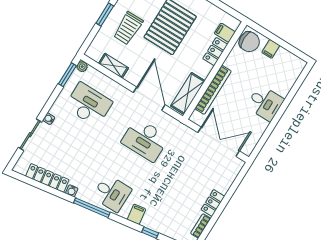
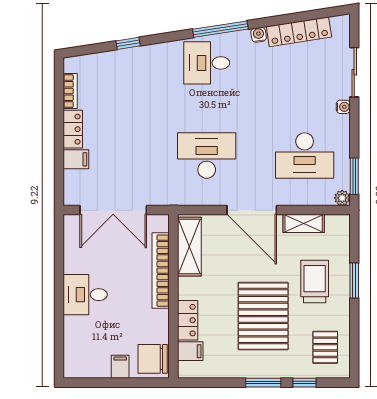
door: (149, 99) -> (252, 210), moved
filing cabinet: (136, 214) -> (76, 159), moved, turned -81

